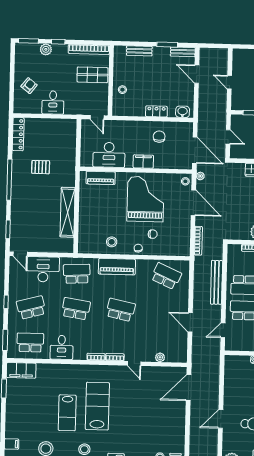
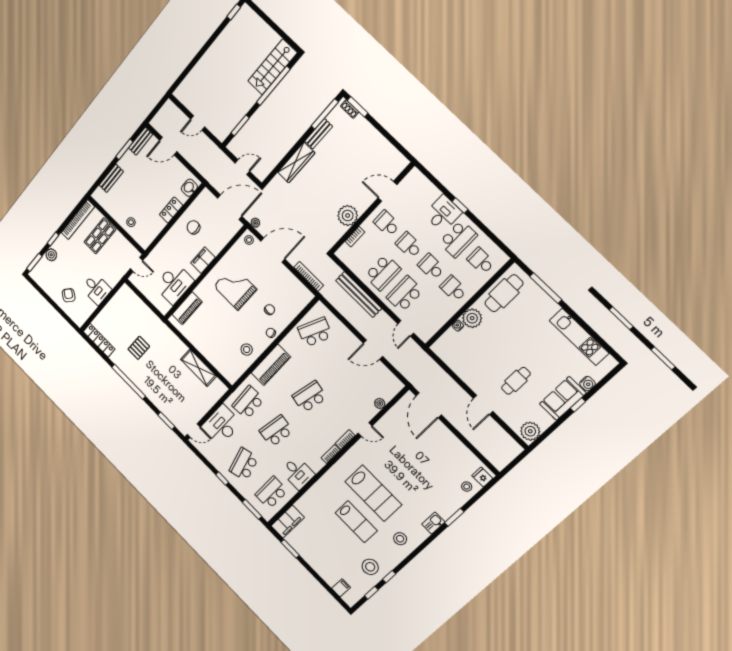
grand piano: (145, 199) -> (235, 288), width x0.73, depth x0.68
shelving: (68, 212) -> (198, 368), width x0.68
lab bench: (97, 406) -> (373, 493), turned 180

